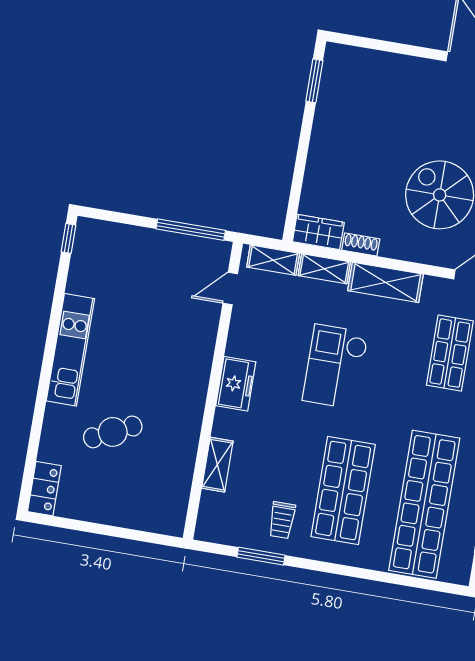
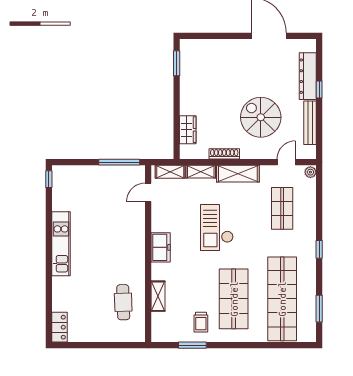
wardrobe: (318, 232) -> (188, 130), moved, turned 90
shoe rack: (361, 244) -> (224, 154), width x1.43
cafe table: (113, 432) -> (123, 302), moved, turned -66

